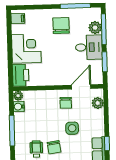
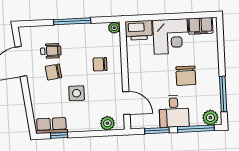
filing cabinet: (18, 19) -> (200, 26), width x2.00
chair: (61, 26) -> (186, 76), moved, turned 90
plant: (95, 28) -> (210, 118), moved
chair: (66, 103) -> (100, 64), moved
water cooler: (19, 107) -> (101, 29), removed

